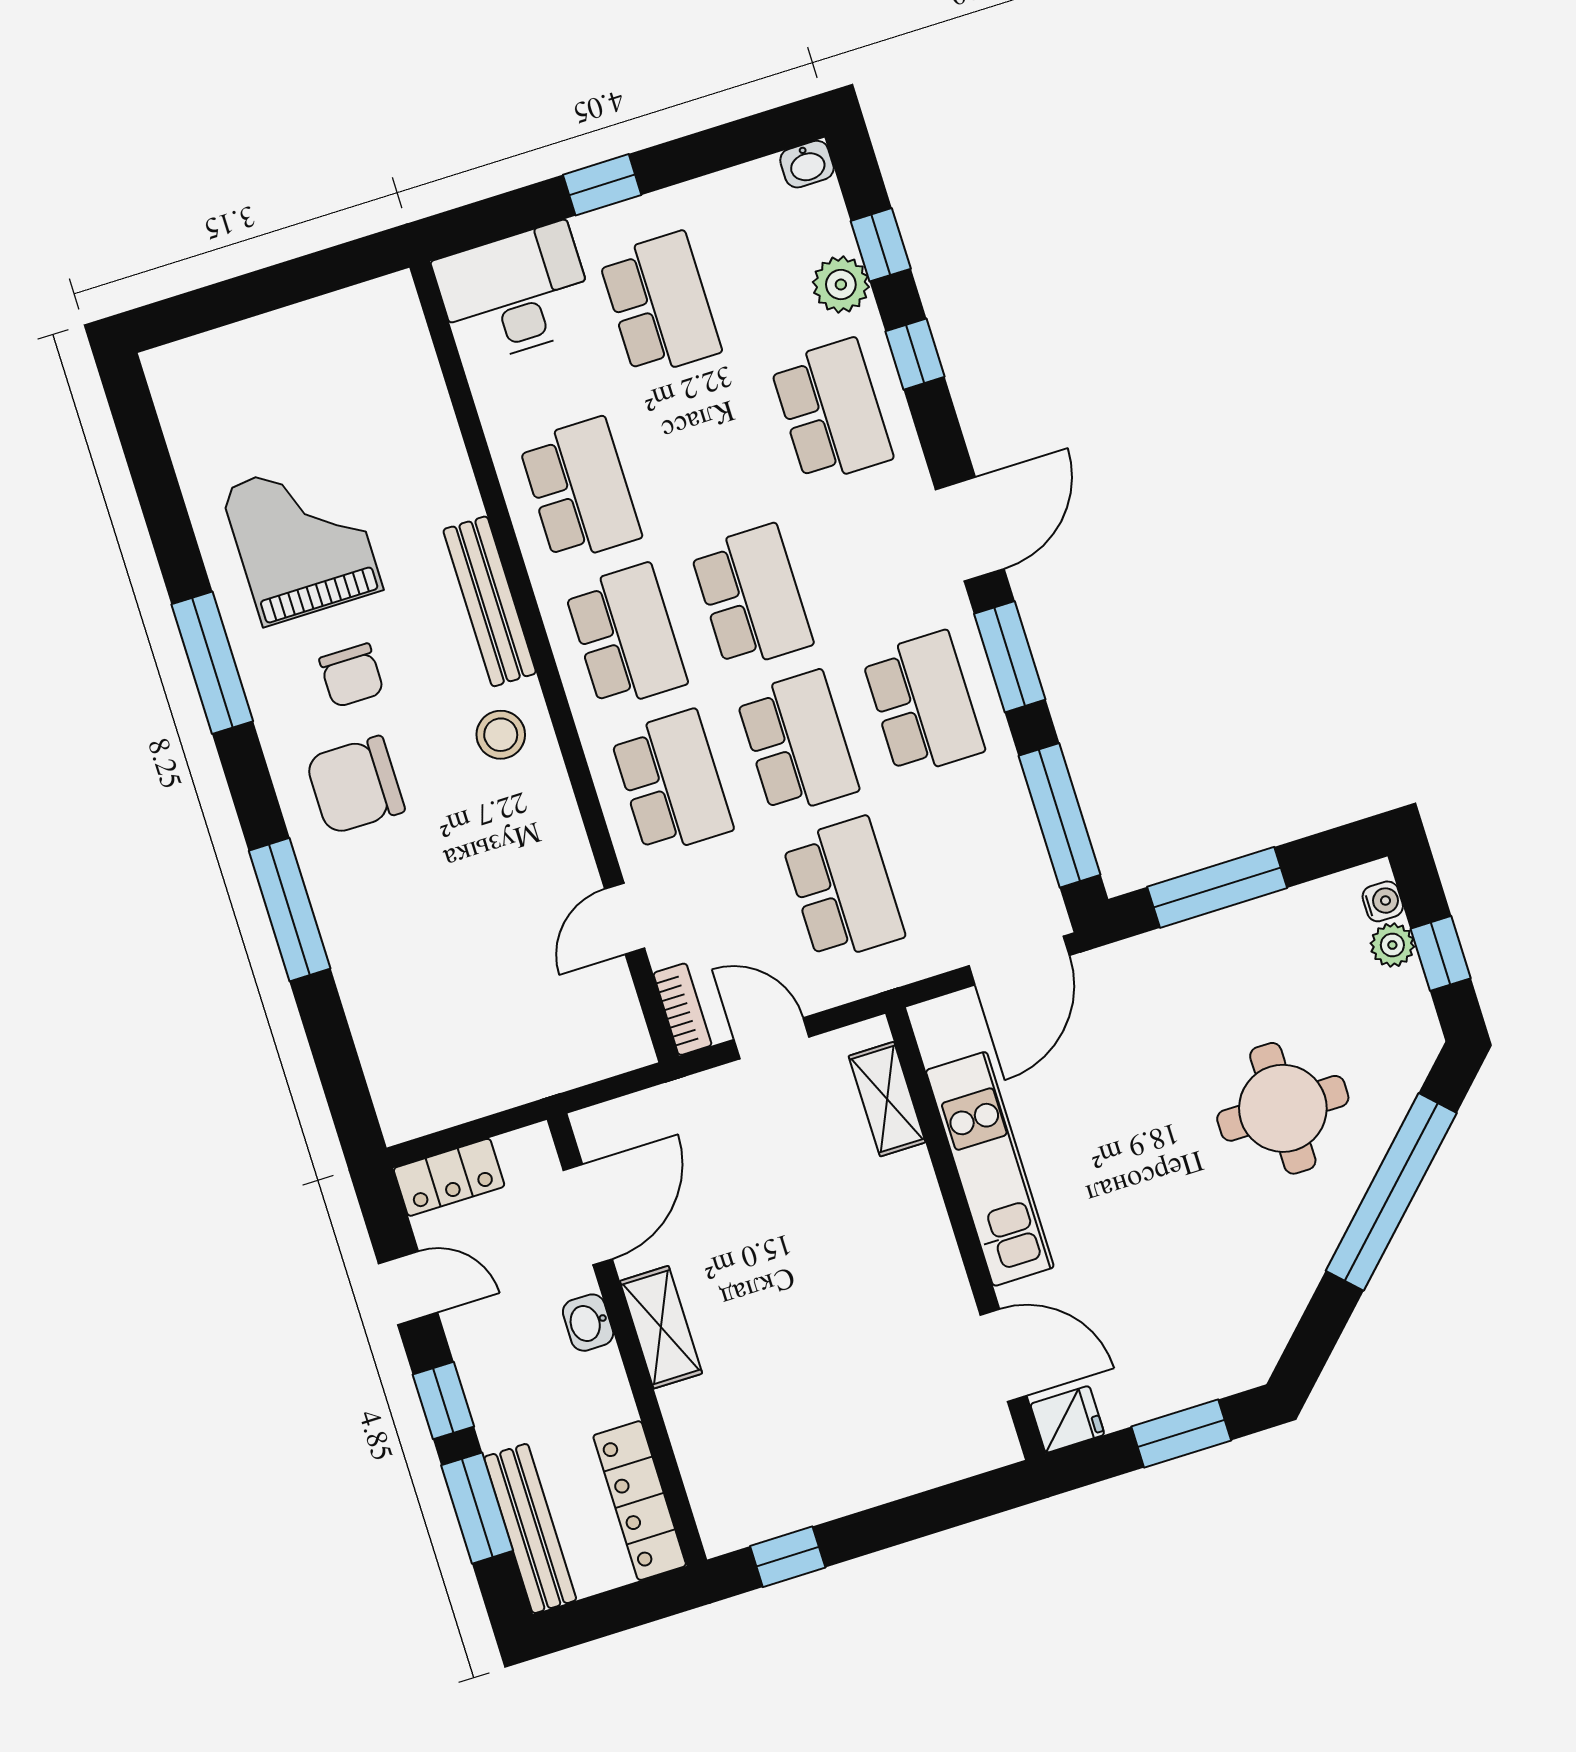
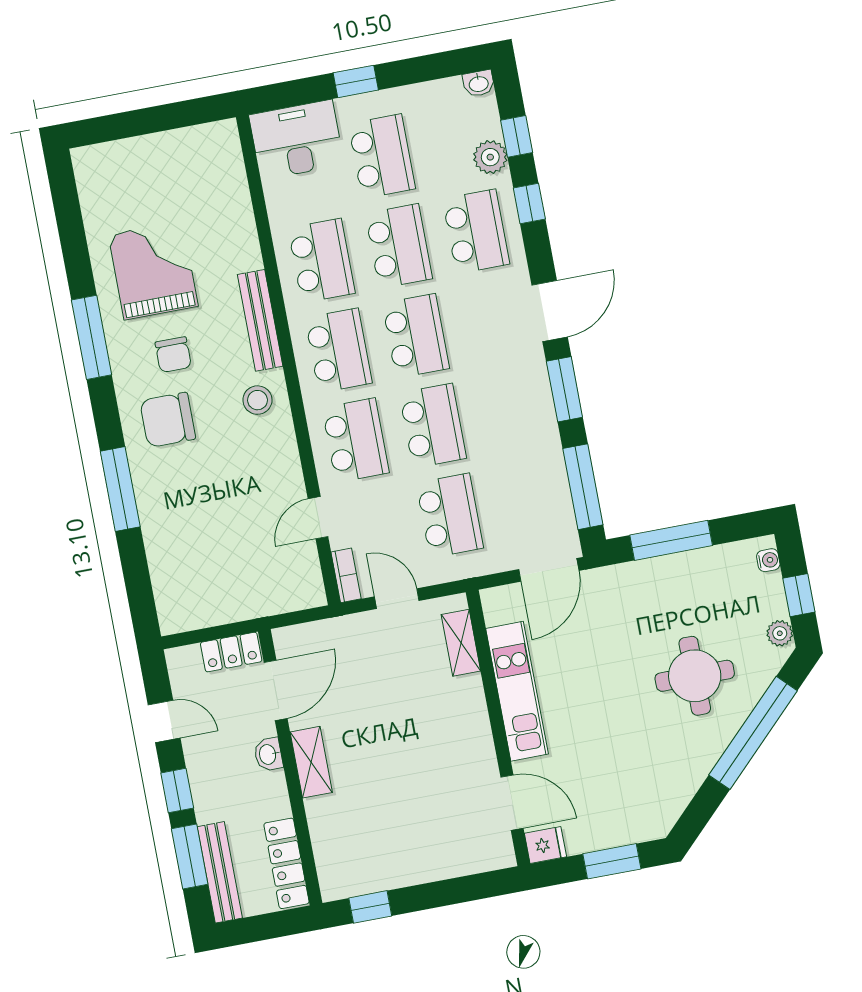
school desk: (923, 704) -> (399, 246), moved
plant: (1392, 945) -> (780, 633), moved
locker: (449, 1177) -> (231, 652), moved

